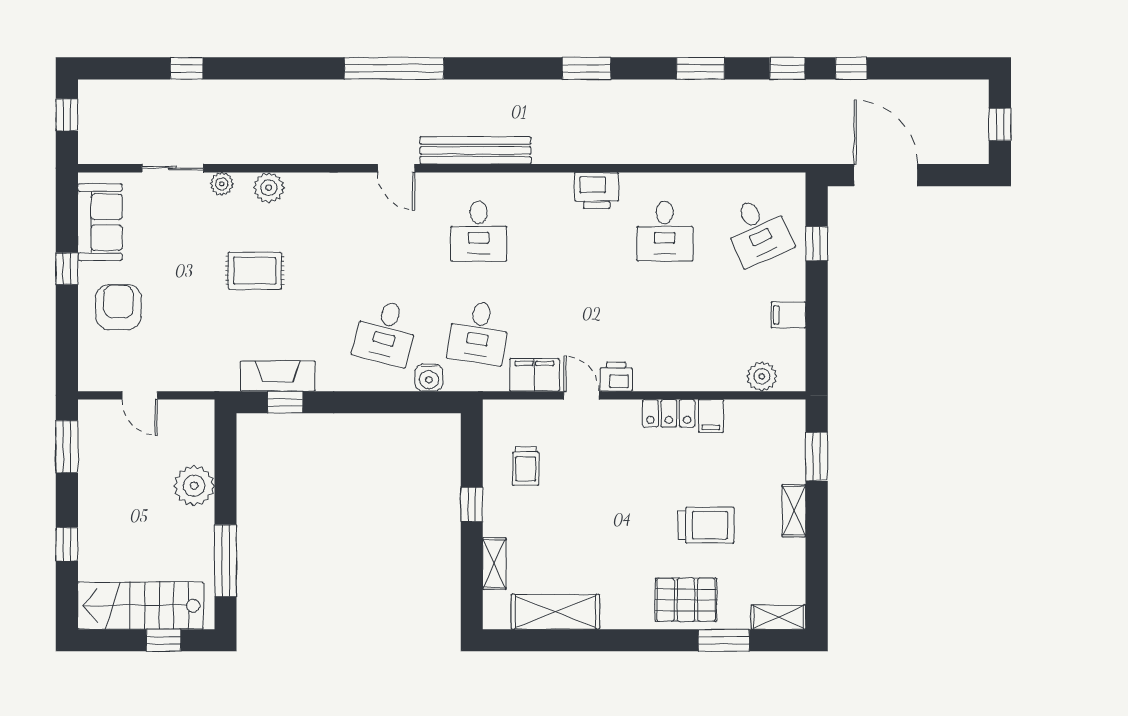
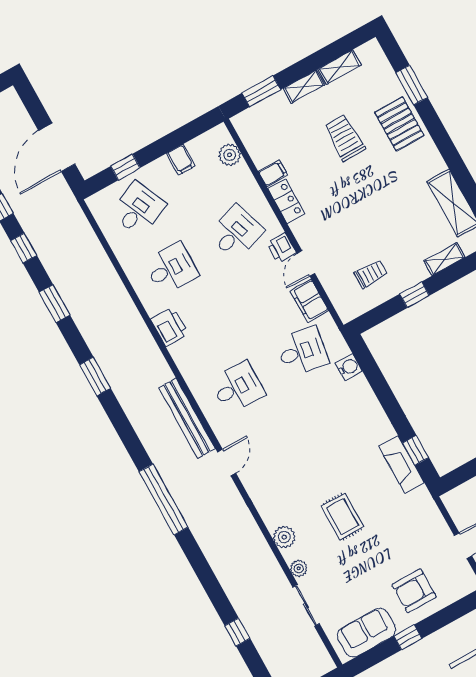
desk: (386, 332) -> (236, 232), moved, turned -33
shelving: (779, 617) -> (340, 67), moved, turned 90

